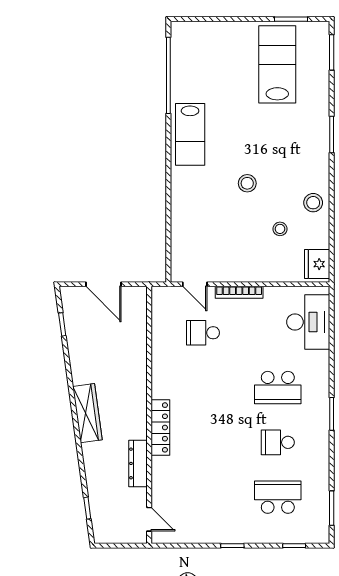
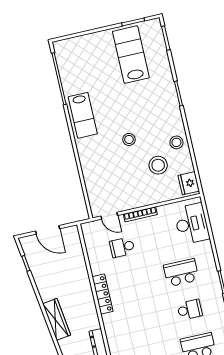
stool: (280, 229) -> (158, 165), width x1.89, depth x1.89
school desk: (278, 388) -> (181, 273), turned 180
locker: (160, 427) -> (103, 294), moved
school desk: (278, 442) -> (190, 310), turned 180

